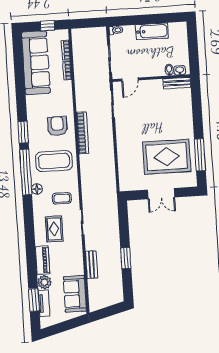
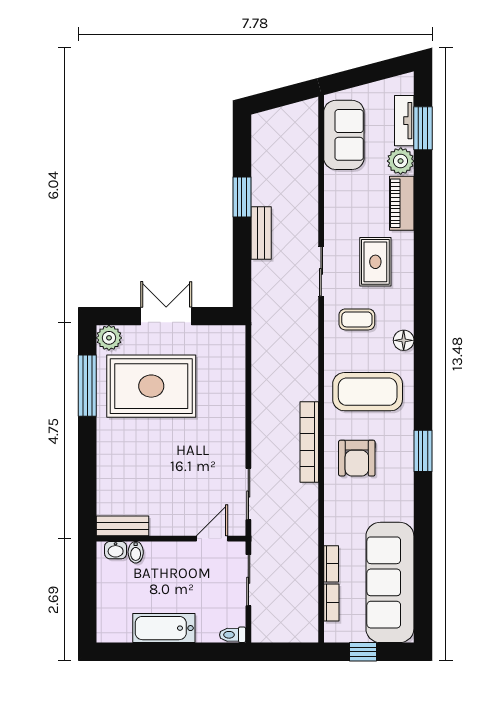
window: (26, 172) -> (423, 374), removed
plant: (190, 180) -> (109, 338), added
bench: (92, 265) -> (261, 233), moved

